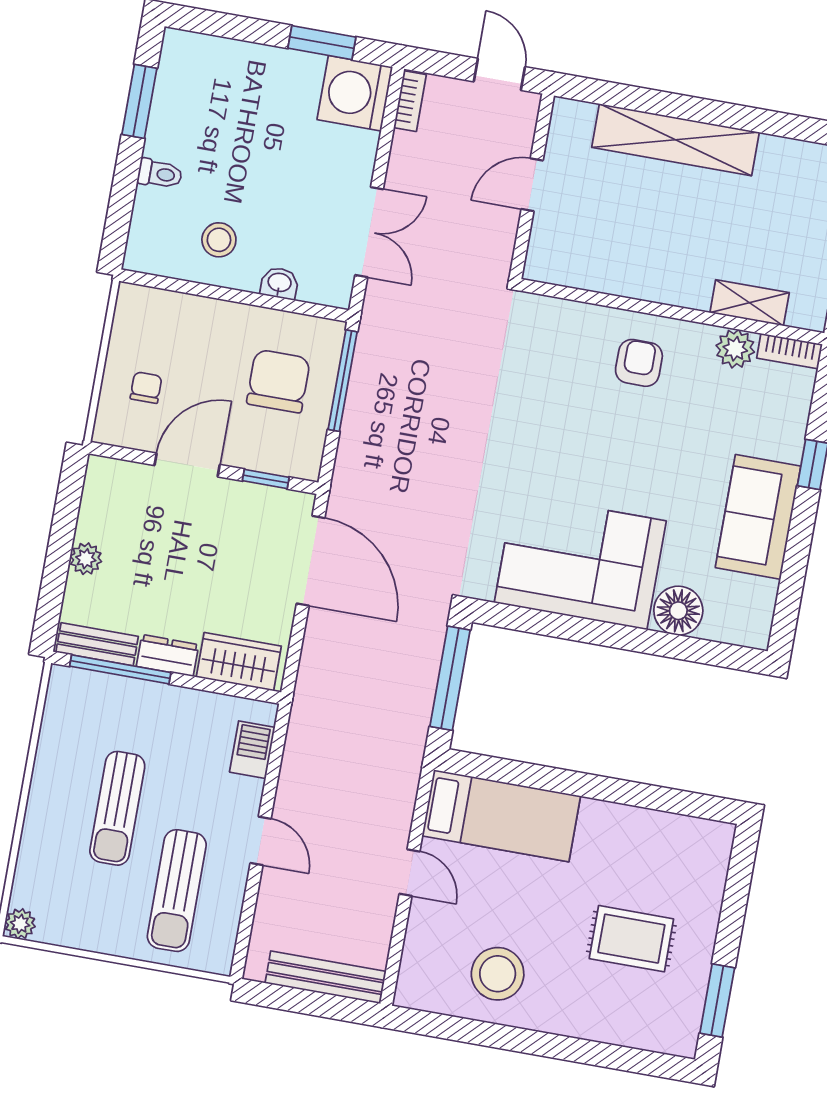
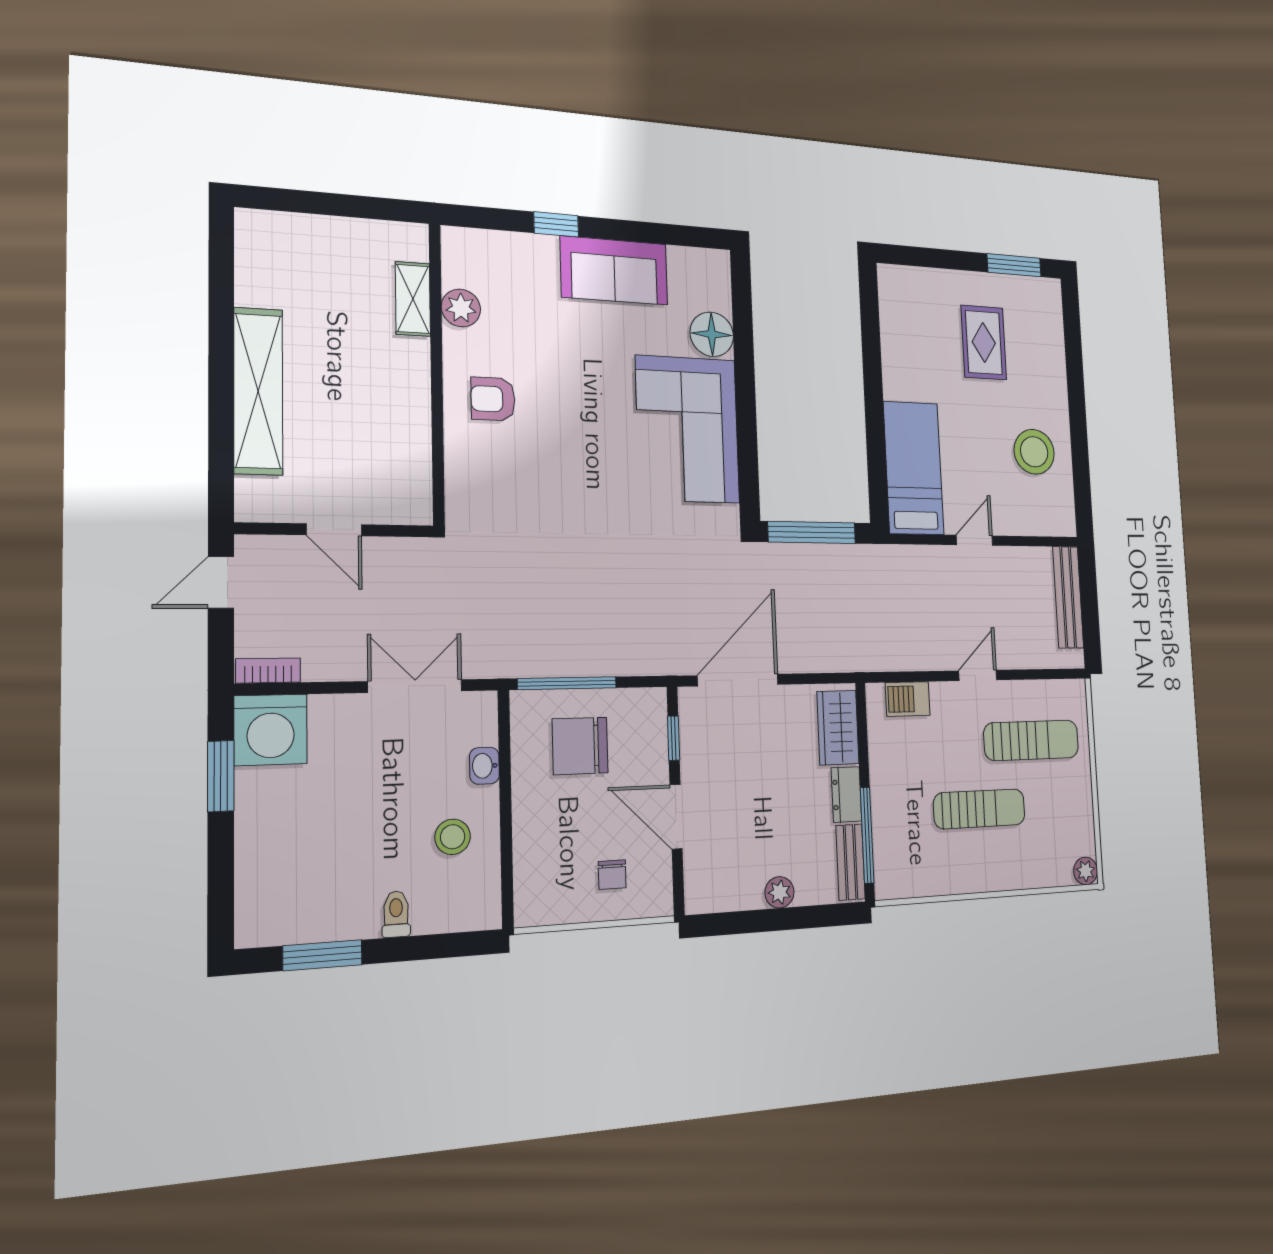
bookcase: (790, 351) -> (453, 256), removed
chair: (146, 388) -> (612, 875), turned -90

